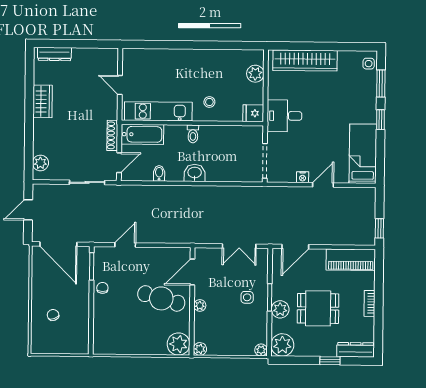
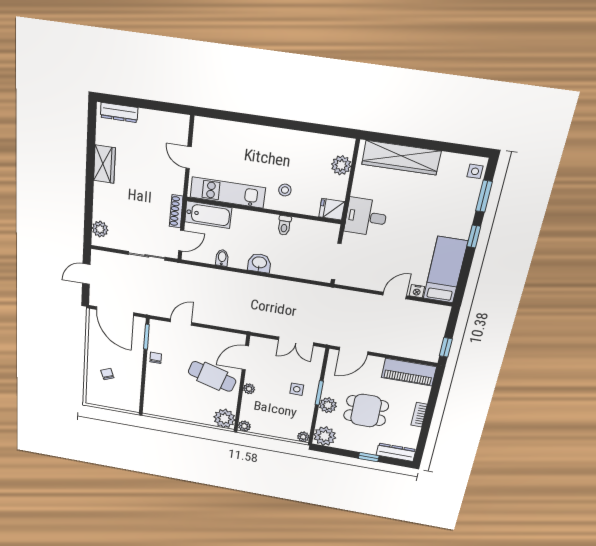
toilet: (193, 134) -> (284, 225), moved
nightstand: (303, 177) -> (417, 291), moved

